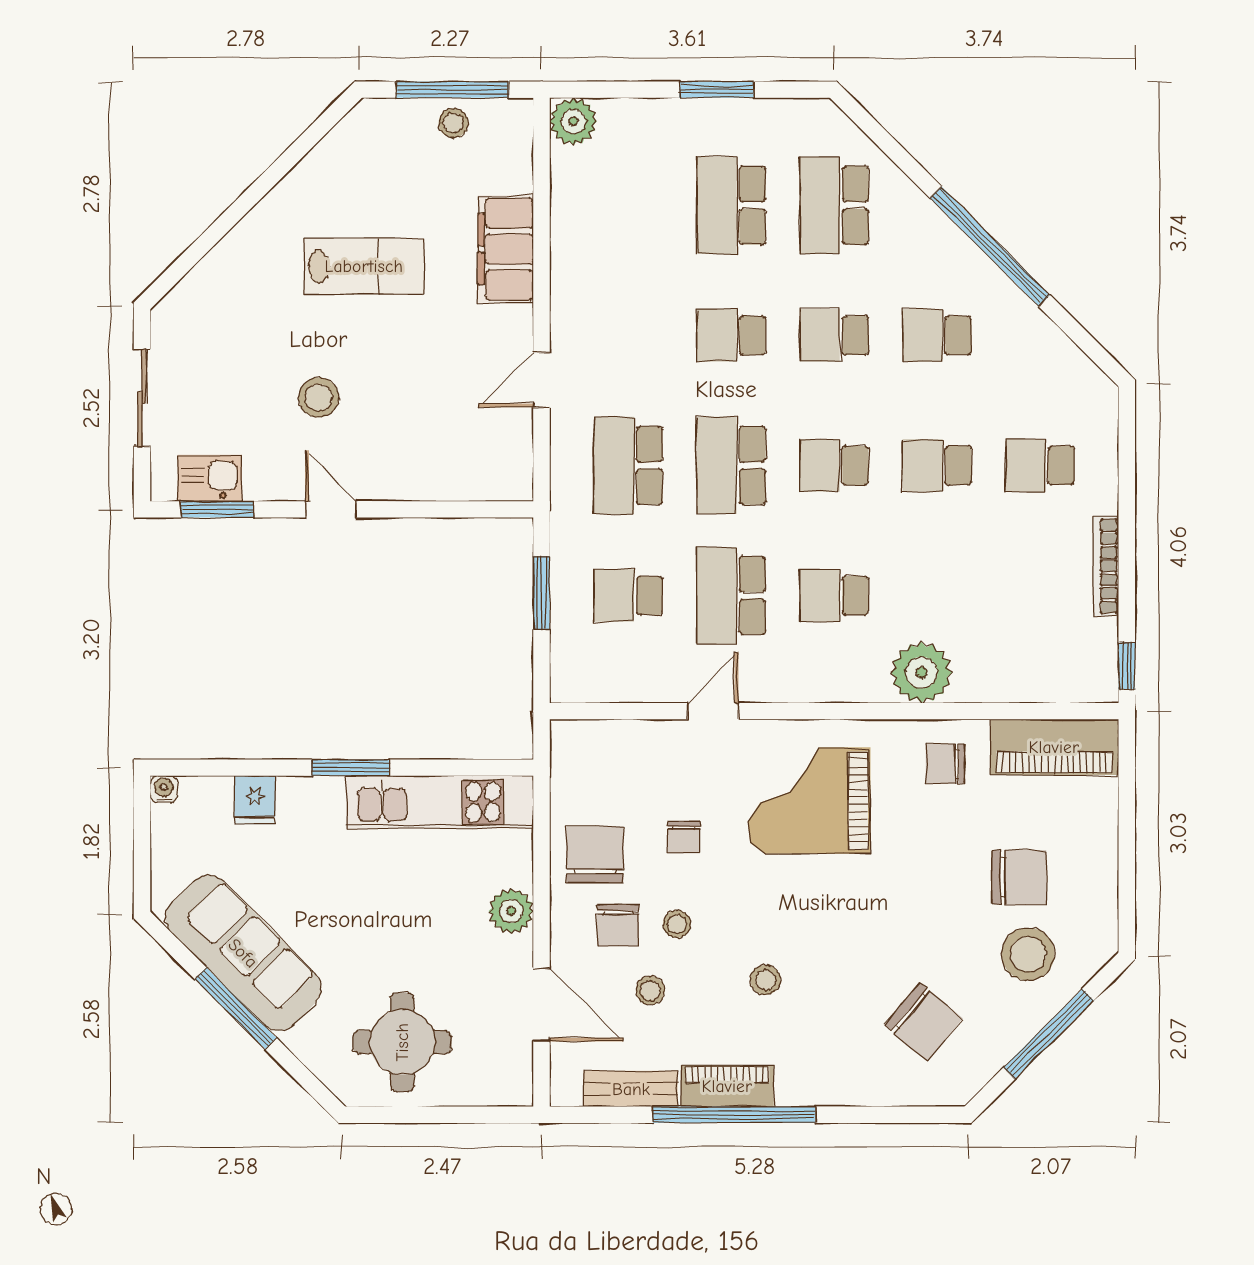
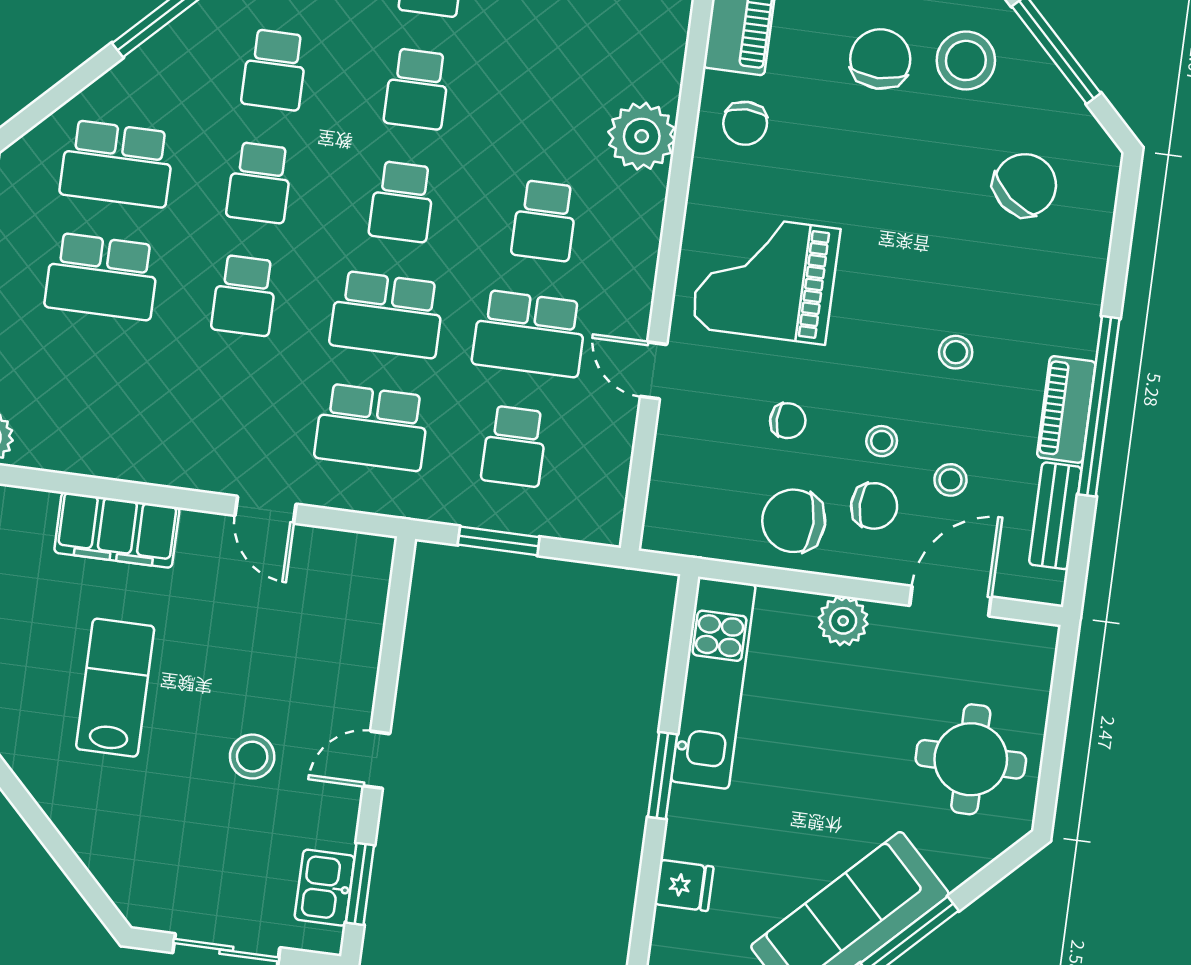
grand piano: (809, 801) -> (766, 278), turned 90

